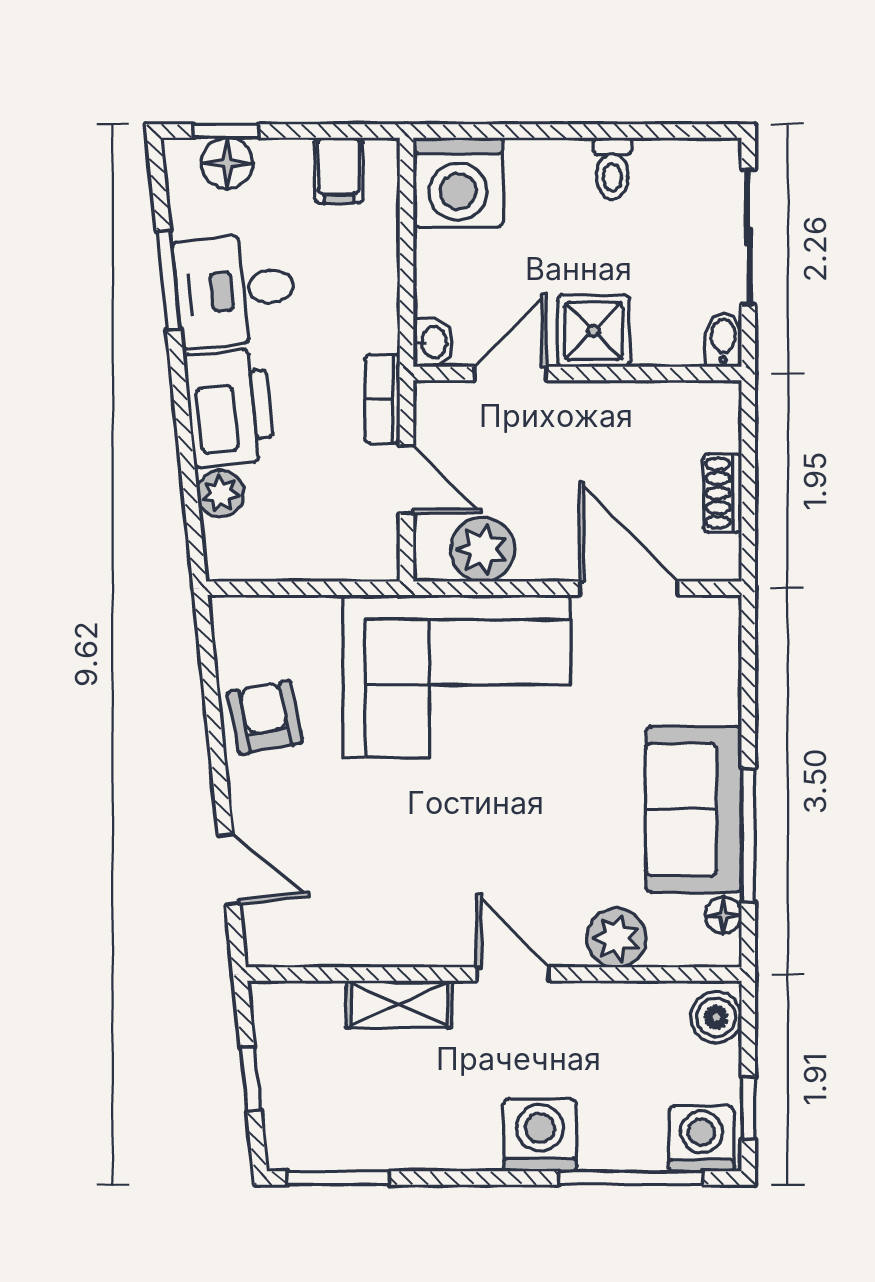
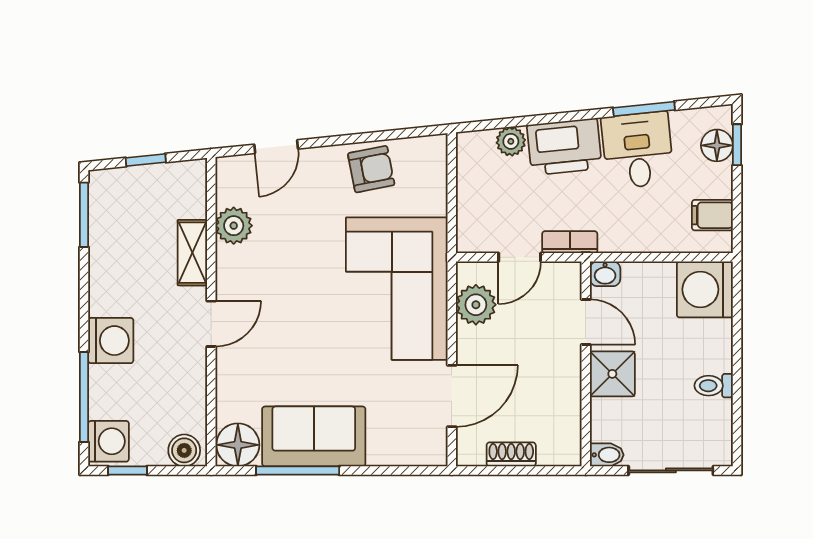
floor lamp: (723, 915) -> (238, 445), width x1.89, depth x1.89
plant: (617, 938) -> (234, 226), moved

